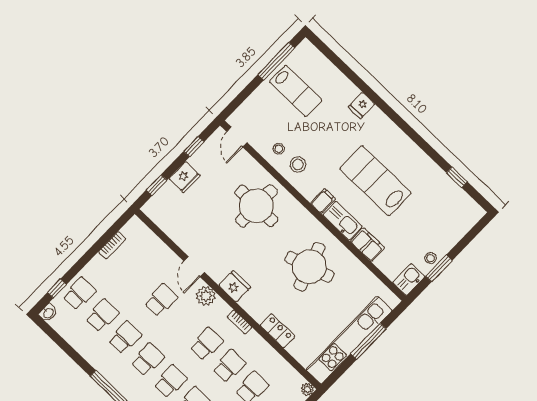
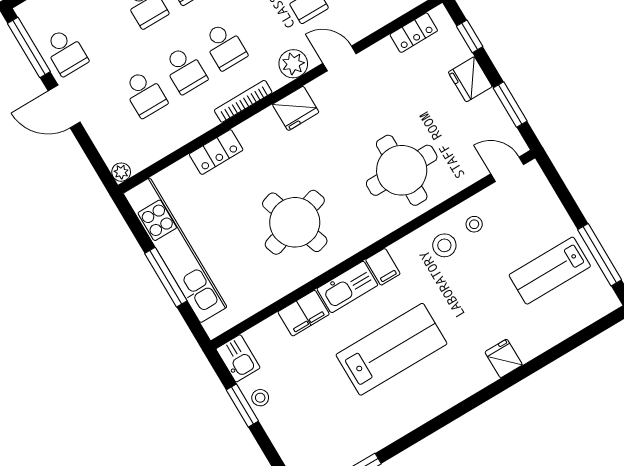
window: (194, 147) -> (510, 105), width x1.50
locker: (164, 222) -> (414, 33), added
bookcase: (239, 322) -> (243, 101), width x1.56

